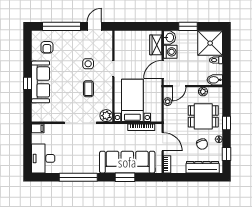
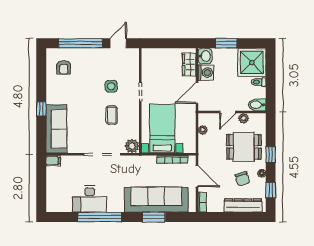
sofa: (41, 82) -> (56, 129), moved
door: (179, 86) -> (228, 112), moved
desk: (43, 158) -> (90, 199), moved, turned -90

